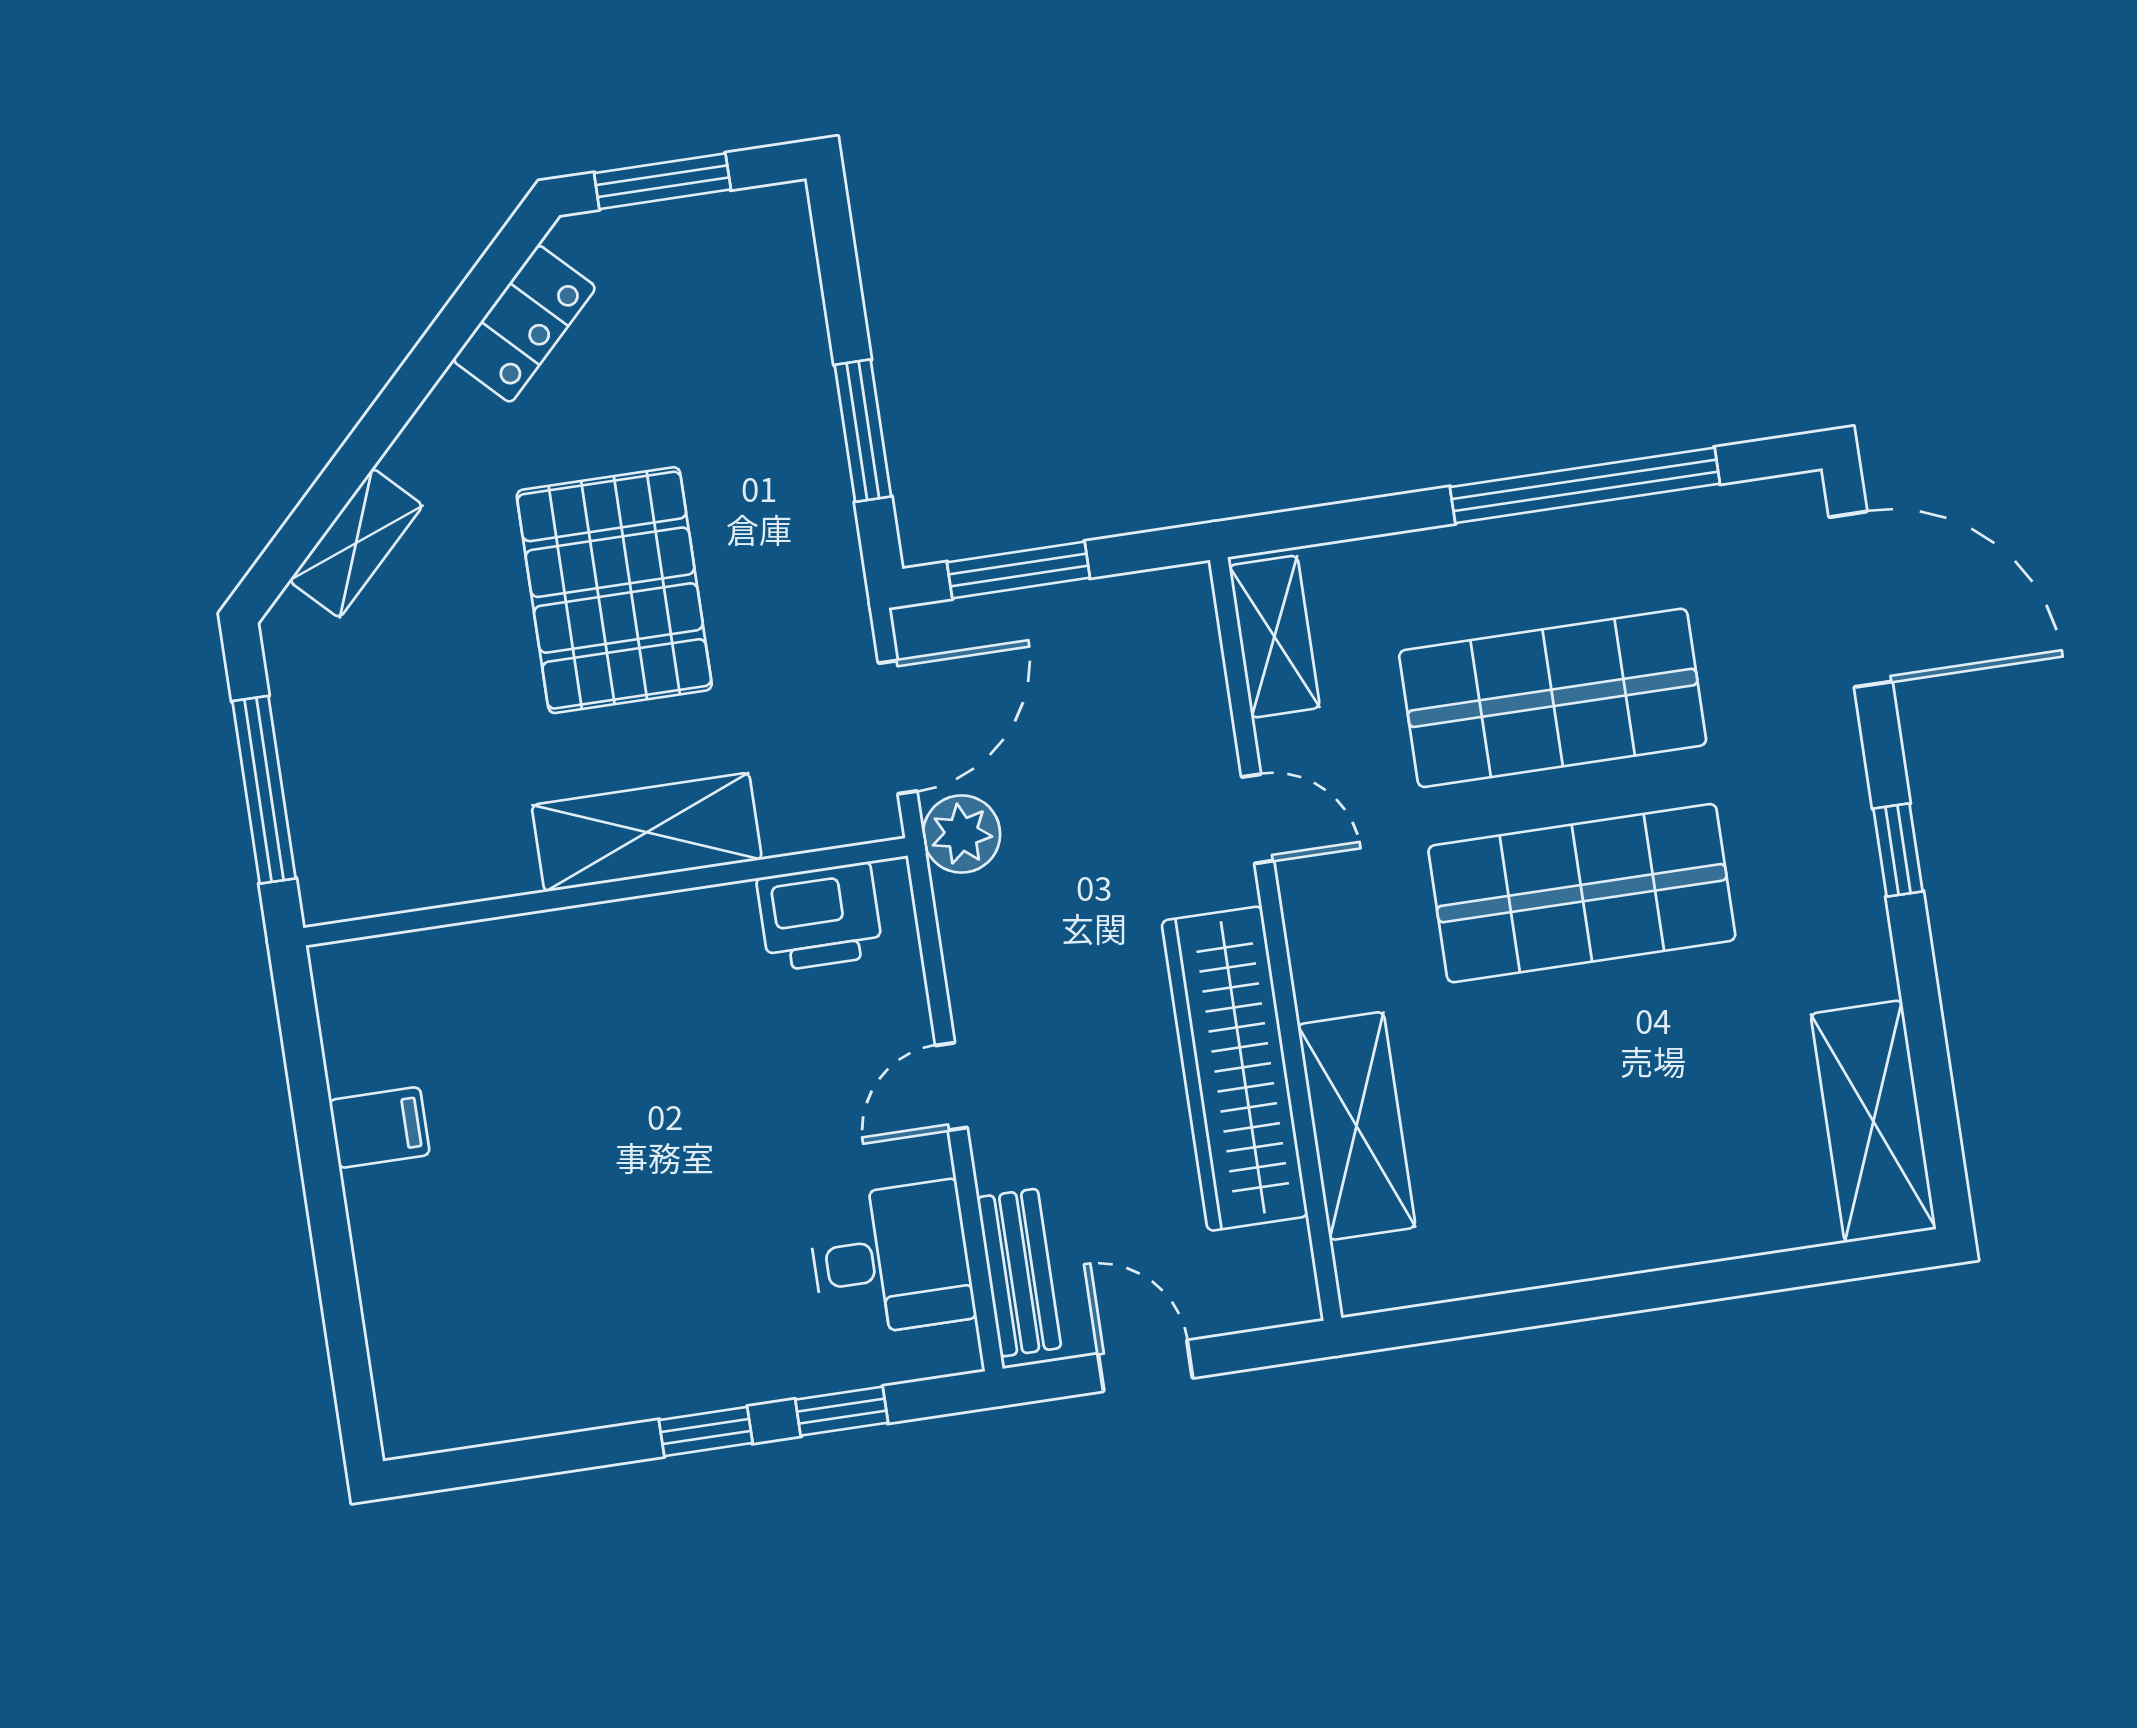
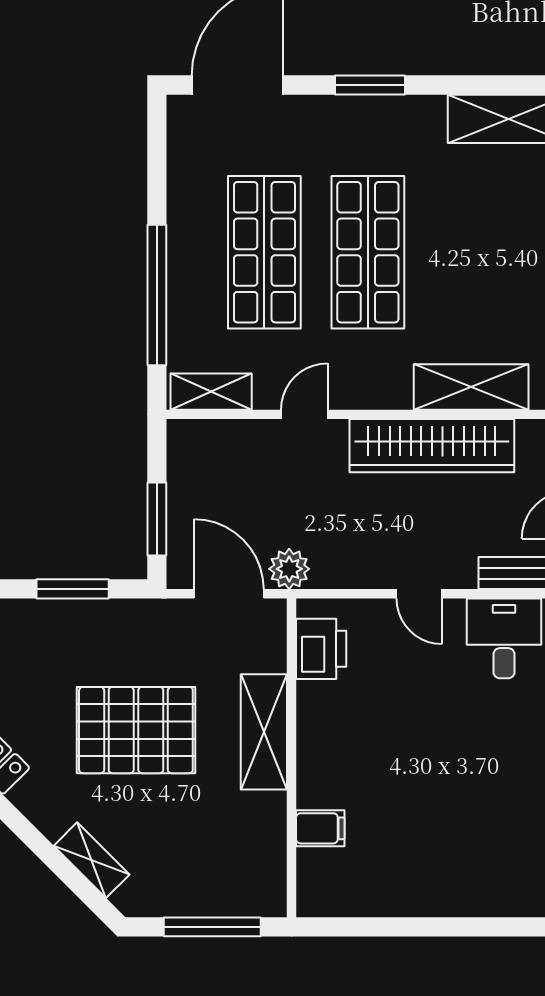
window: (1585, 485) -> (157, 295), moved
window: (1898, 850) -> (370, 85), width x1.50
filing cabinet: (379, 1127) -> (320, 828), moved, turned 90

